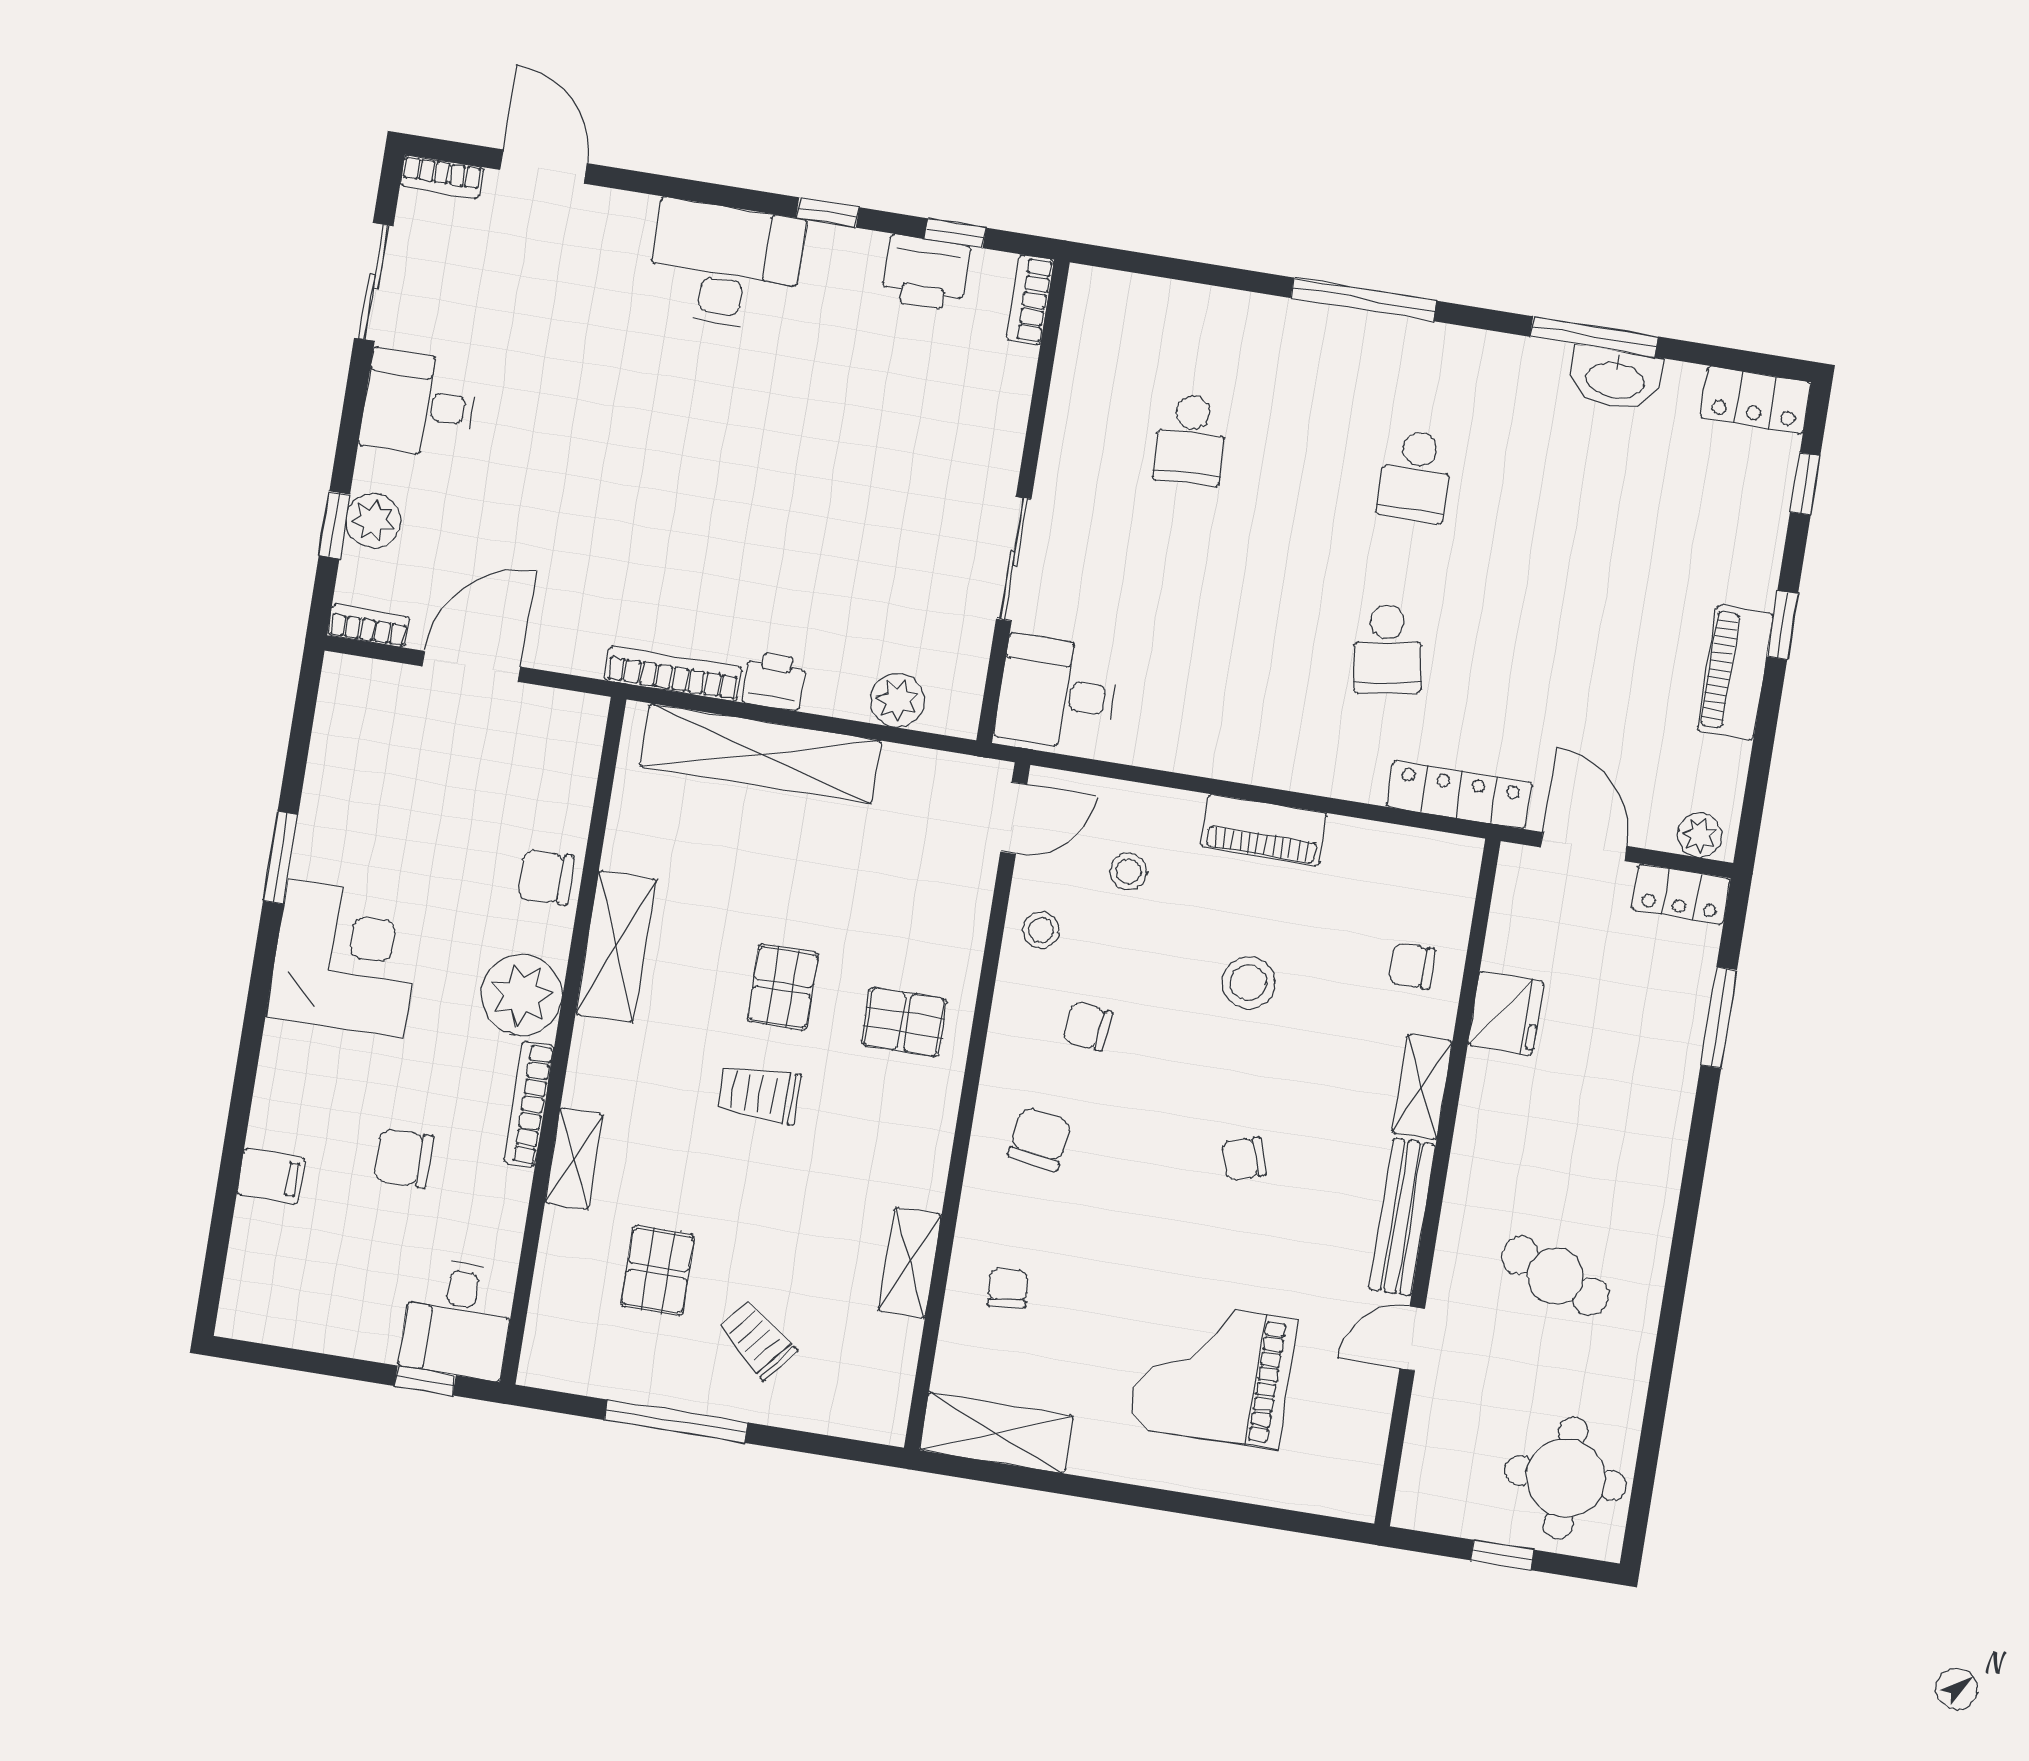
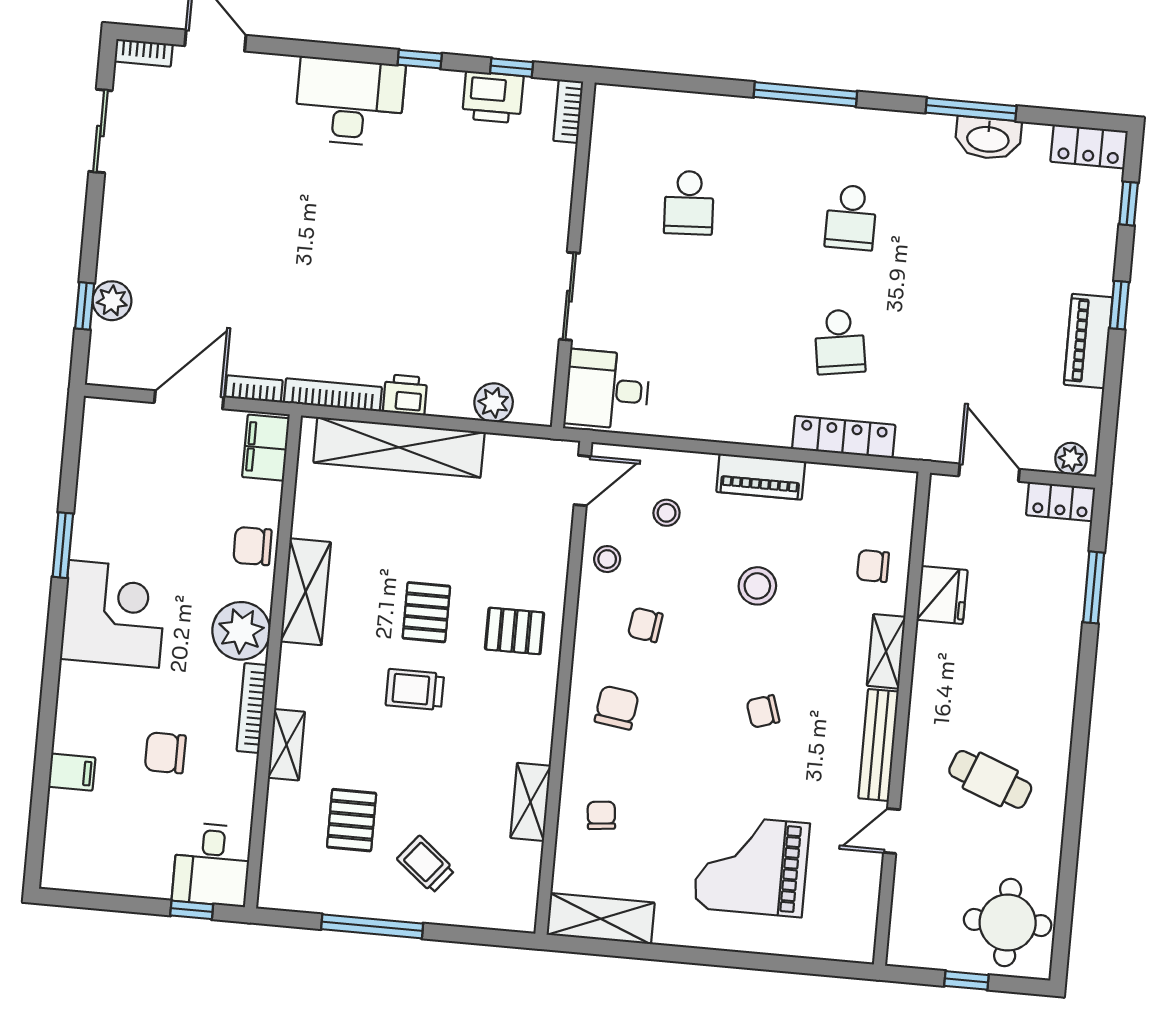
desk: (419, 404) -> (139, 216), removed
bookcase: (368, 626) -> (254, 389), moved
filing cabinet: (574, 741) -> (266, 448), added
locker: (1459, 795) -> (844, 437), moved

